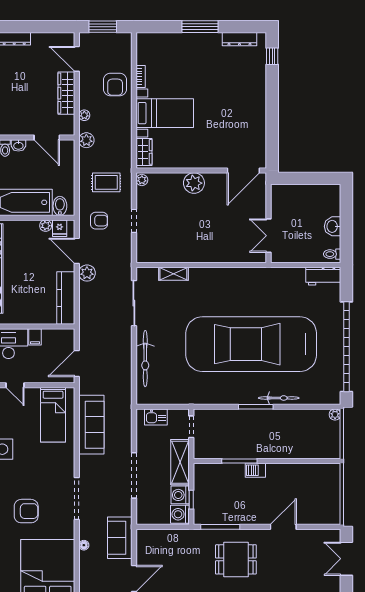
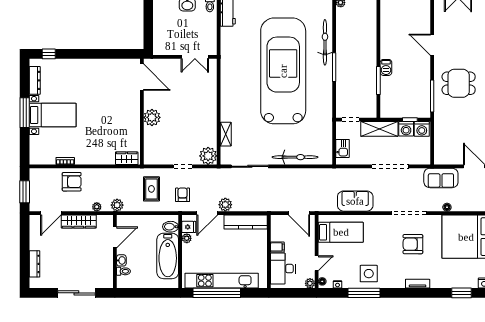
bed with nightstands: (165, 113) -> (53, 115), moved, turned 90
plant: (142, 180) -> (208, 156), moved, width x1.88, depth x1.88
car: (251, 344) -> (283, 71), turned 180
bicycle: (279, 398) -> (325, 42), width x1.37, depth x1.40
sofa: (91, 425) -> (355, 201), width x0.73
armchair: (26, 511) -> (413, 244), moved, turned -90
dining table: (236, 559) -> (459, 83), turned 90

